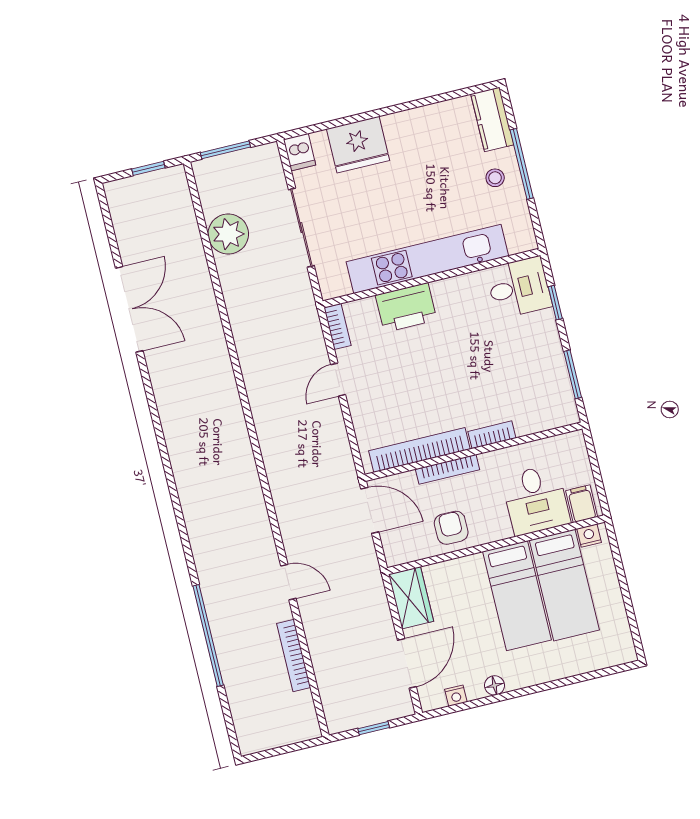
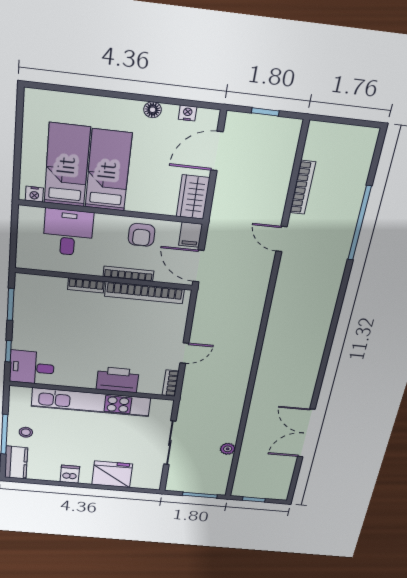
dishwasher: (299, 152) -> (70, 474), moved
plant: (228, 234) -> (228, 449), width x0.53, depth x0.53
filing cabinet: (582, 504) -> (191, 235), moved

